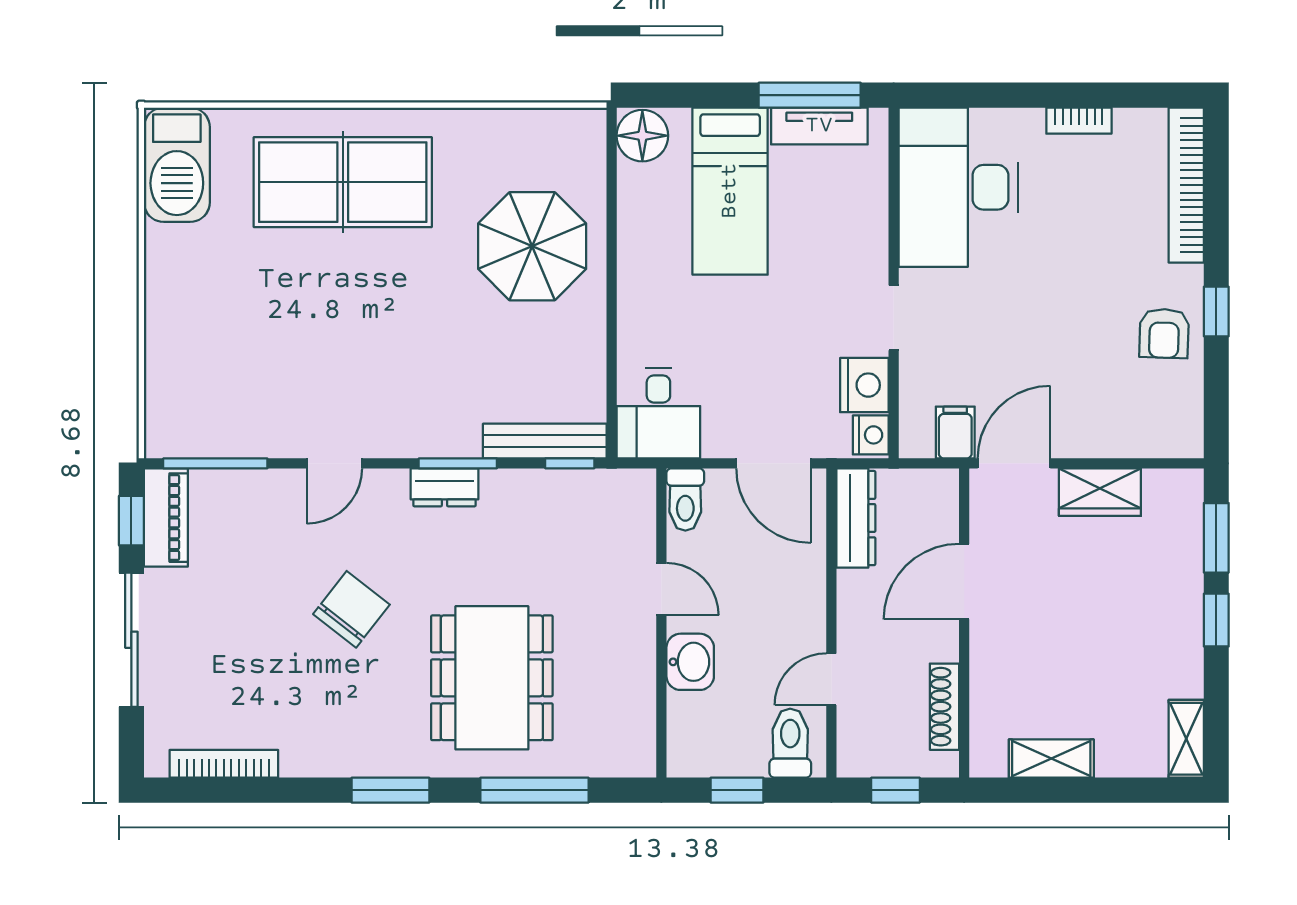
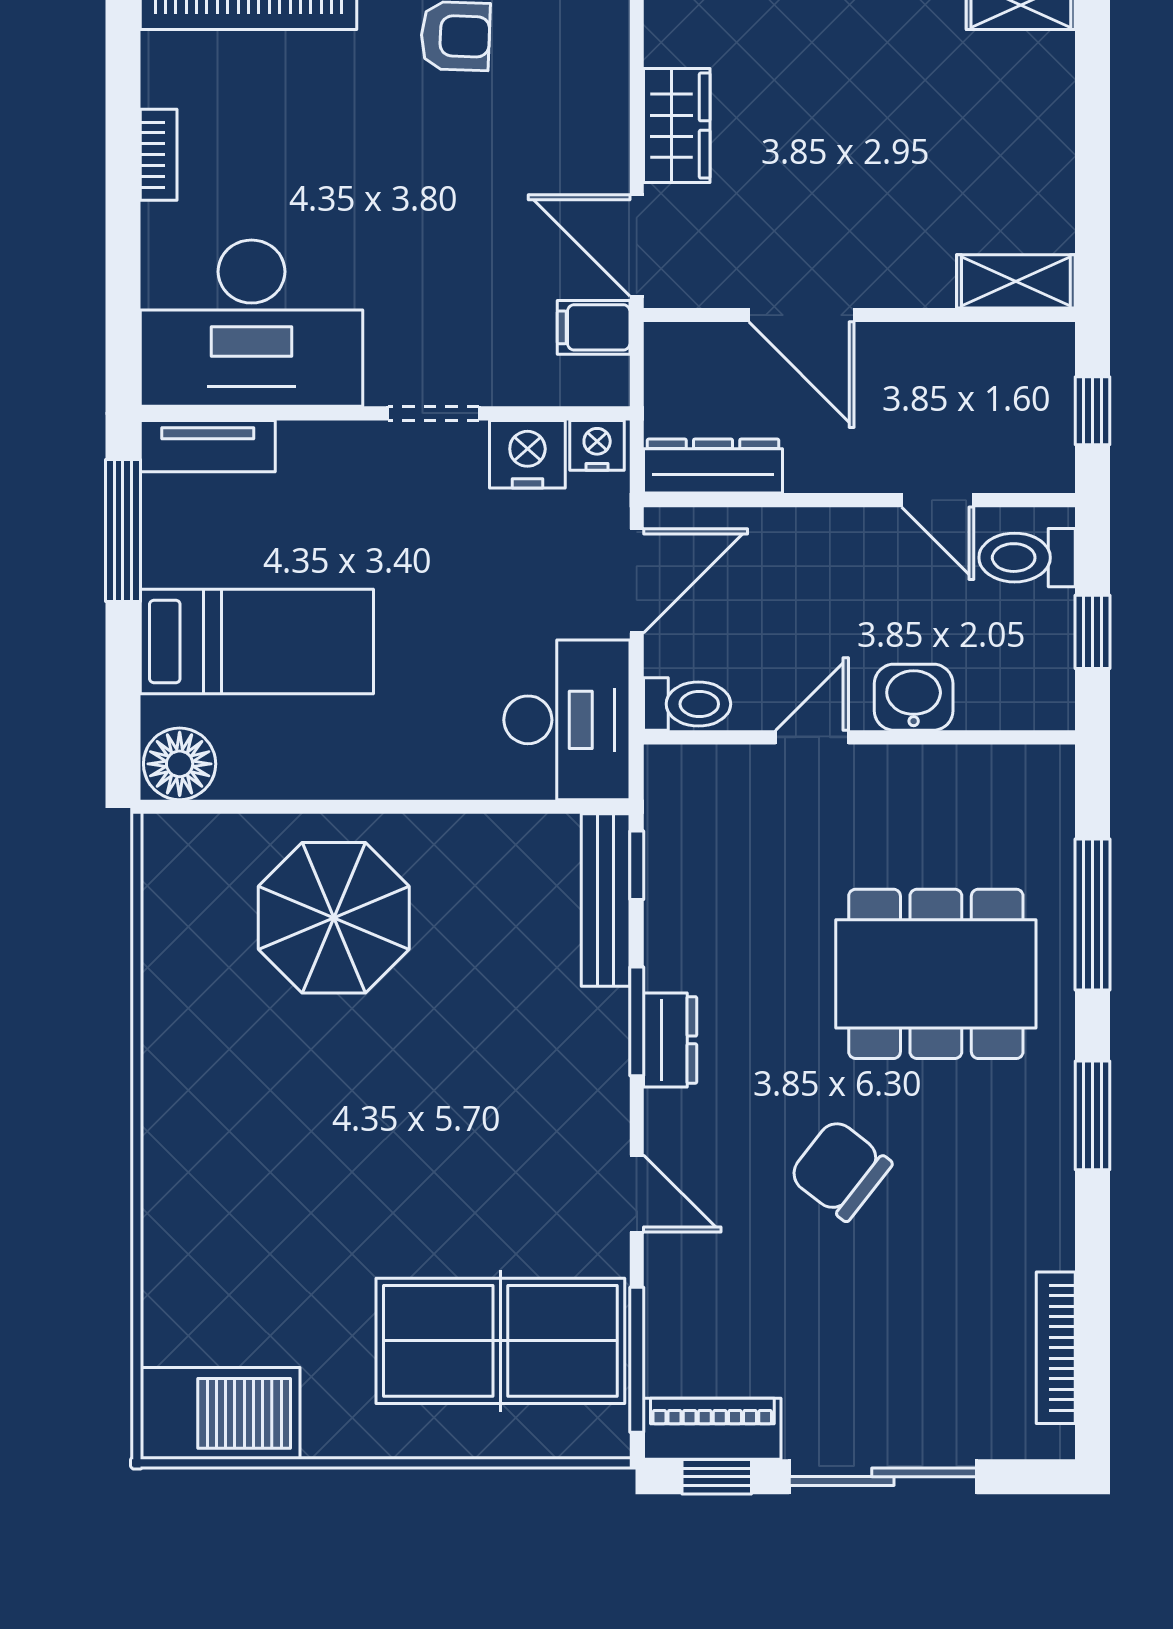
tv unit: (819, 126) -> (208, 446), moved, turned 90
table tennis table: (343, 182) -> (500, 1341), moved, turned 90
desk: (658, 413) -> (567, 720), width x1.37
shoe rack: (944, 707) -> (976, 342), removed
shelving: (1051, 759) -> (1016, 281), moved, turned 90

